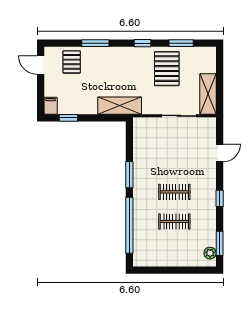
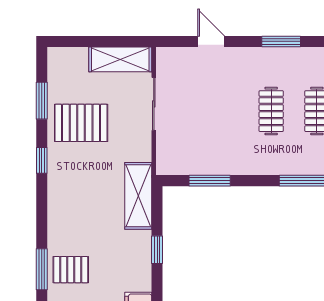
window: (95, 43) -> (42, 269), moved
window: (68, 118) -> (157, 250), moved
window: (129, 175) -> (210, 181), moved
window: (220, 198) -> (281, 41), width x1.50

